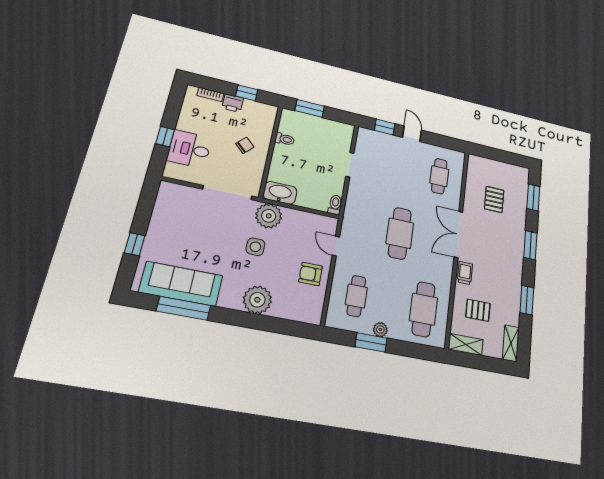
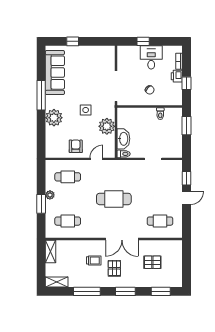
desk: (189, 149) -> (151, 57), moved
washbasin: (280, 193) -> (123, 139), moved
plant: (269, 216) -> (107, 126), moved
double door: (458, 234) -> (122, 239), swing flipped
trolley: (465, 273) -> (94, 260), moved
window: (527, 300) -> (87, 291), width x1.44
window: (184, 308) -> (41, 95), moved
cafe table: (424, 309) -> (68, 221), width x0.73, depth x0.74
pallet: (478, 310) -> (114, 268), moved
window: (371, 342) -> (41, 204), moved

